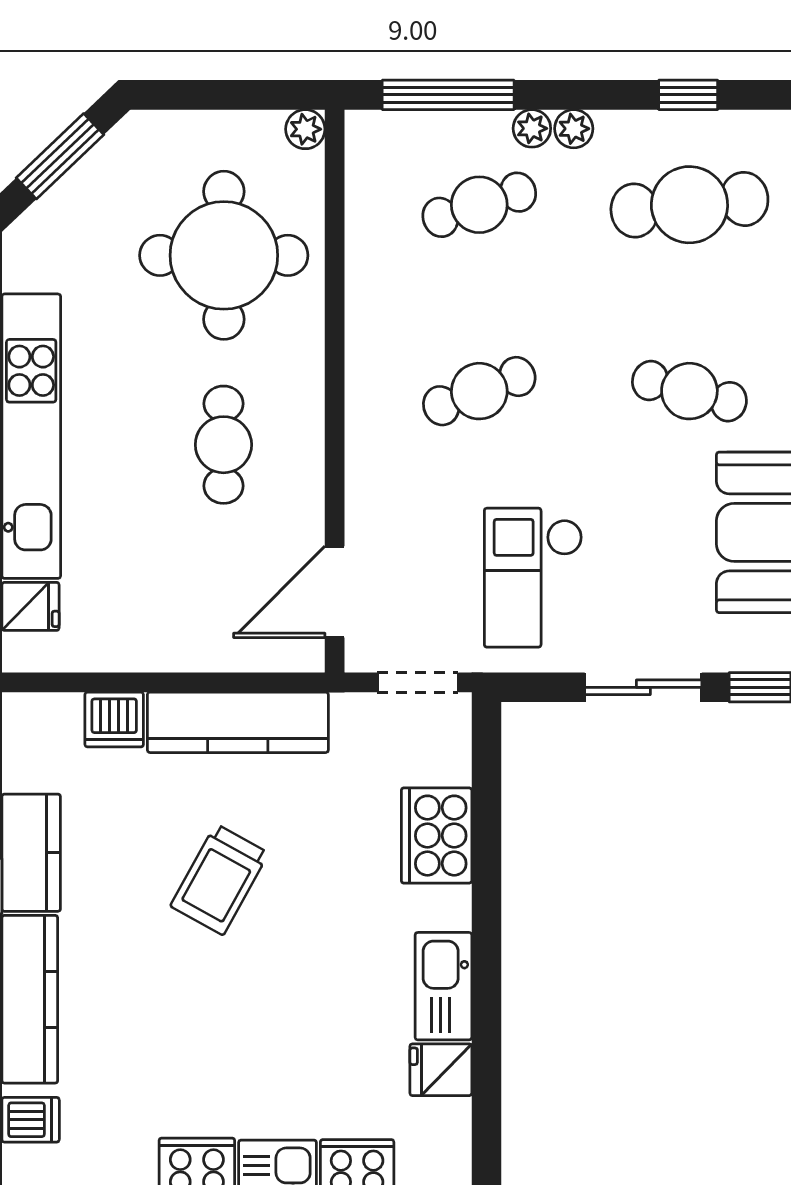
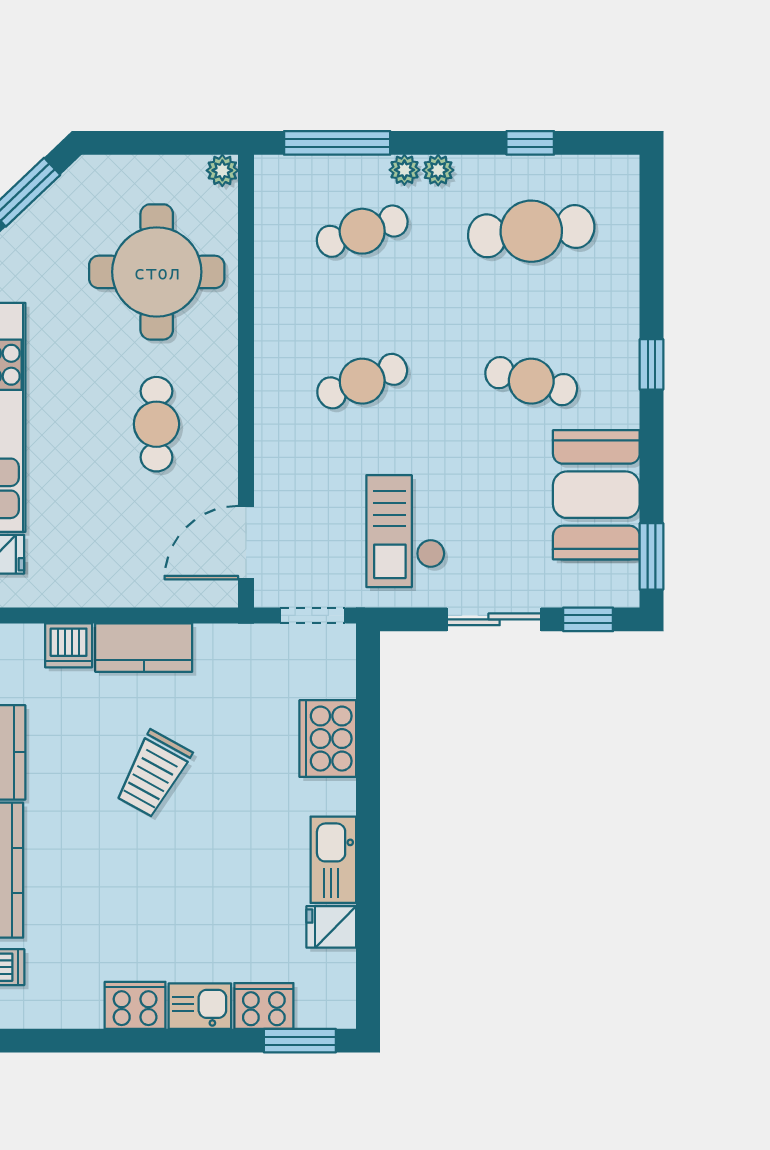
kitchen counter: (238, 722) -> (144, 648), width x0.67

